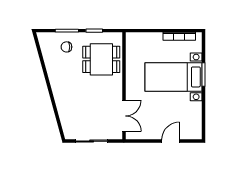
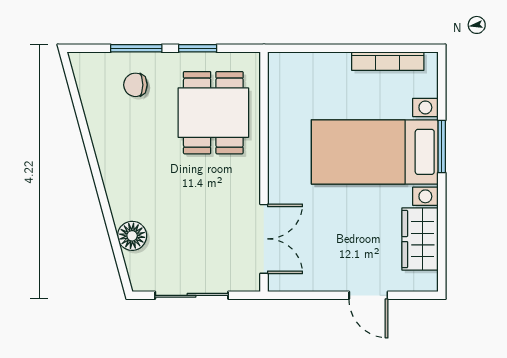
dining table: (101, 59) -> (213, 113), turned 90
floor lamp: (65, 114) -> (132, 236), added
wardrobe: (194, 116) -> (420, 239), added
door: (171, 141) -> (368, 295), swing flipped

